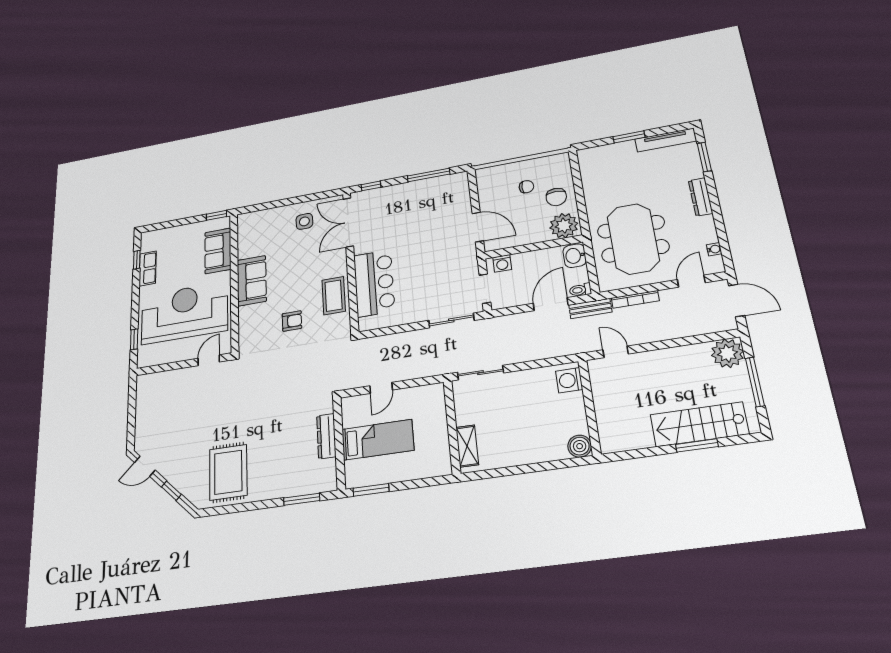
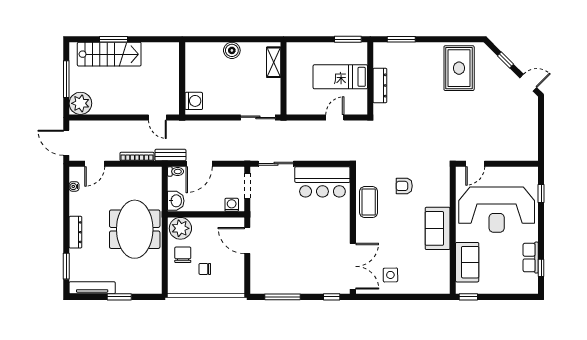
meeting table: (633, 239) -> (135, 229), moved
bar counter: (374, 283) -> (322, 182), moved, turned -90
boiler: (580, 446) -> (232, 50), moved

